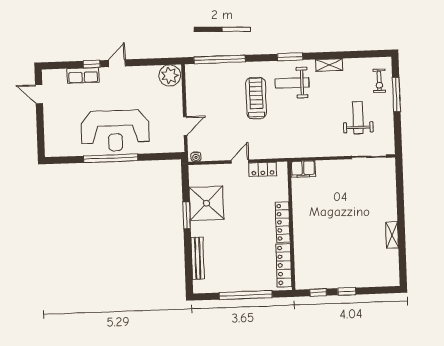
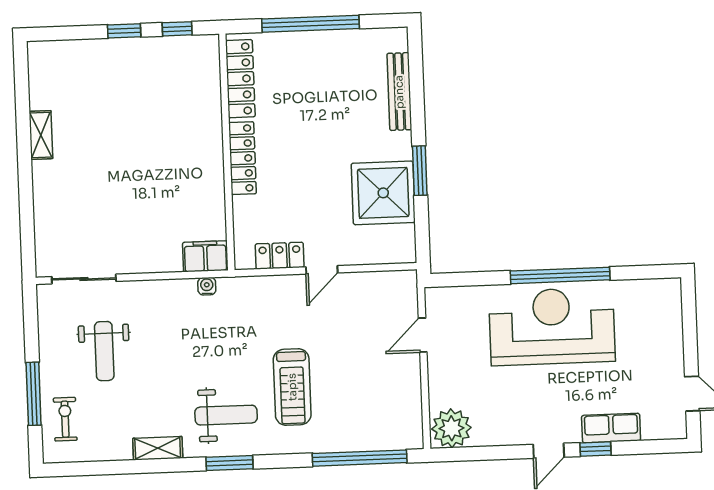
water cooler: (196, 157) -> (207, 286), moved

